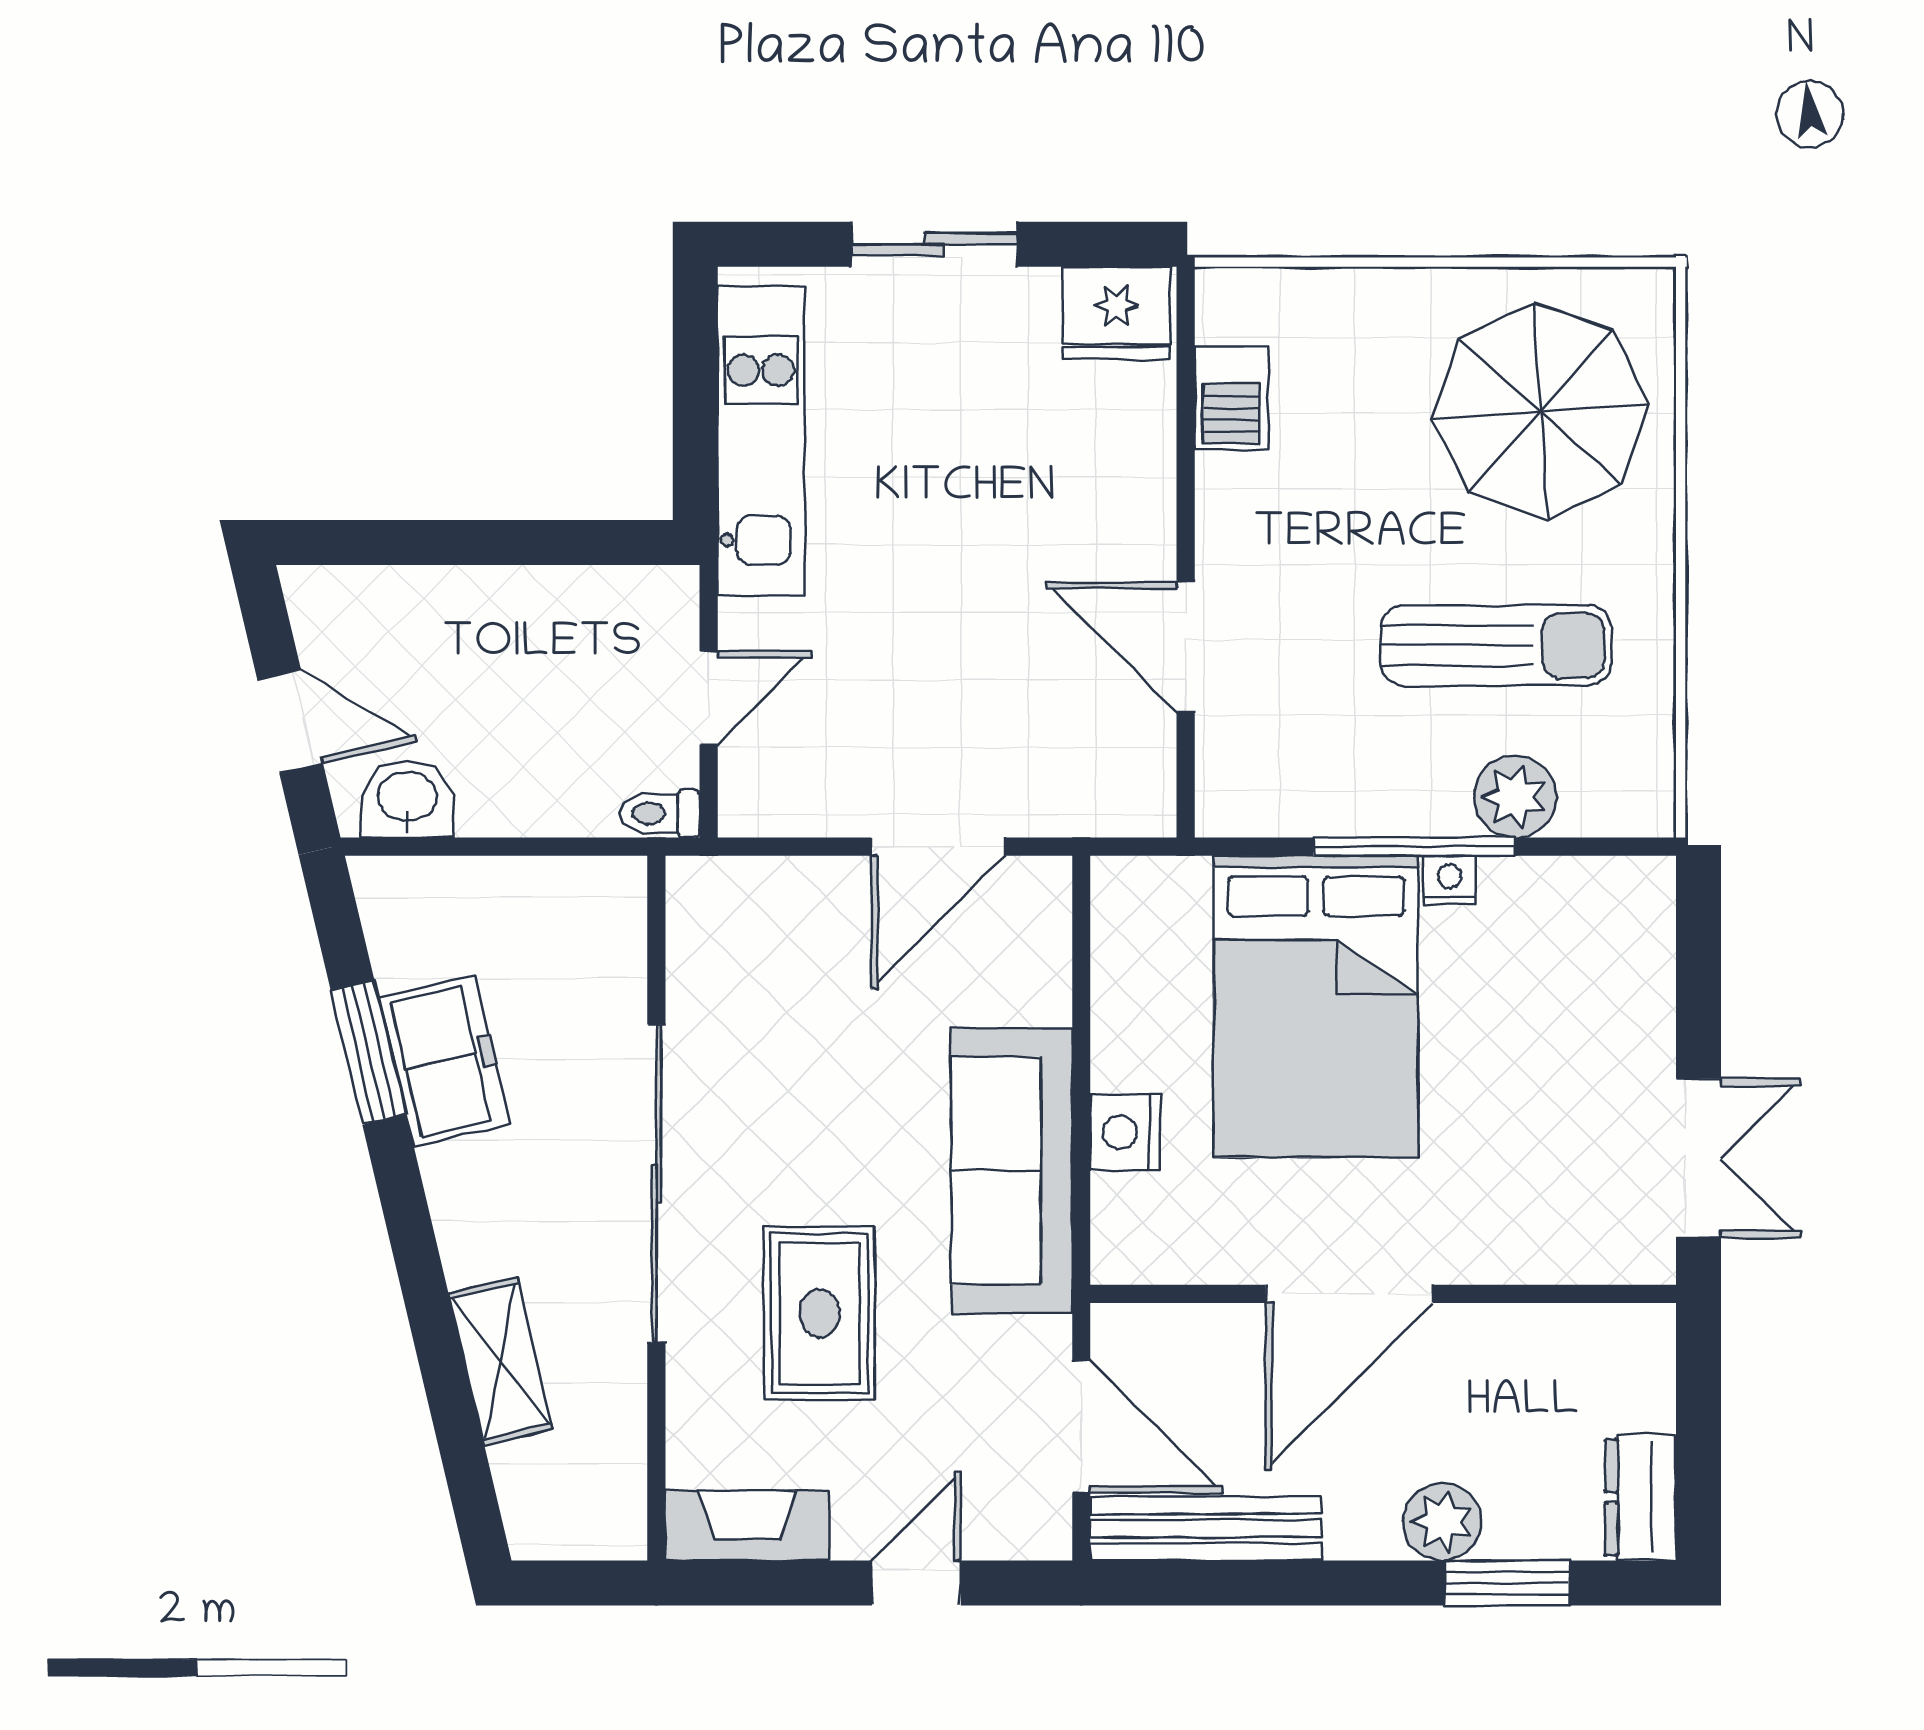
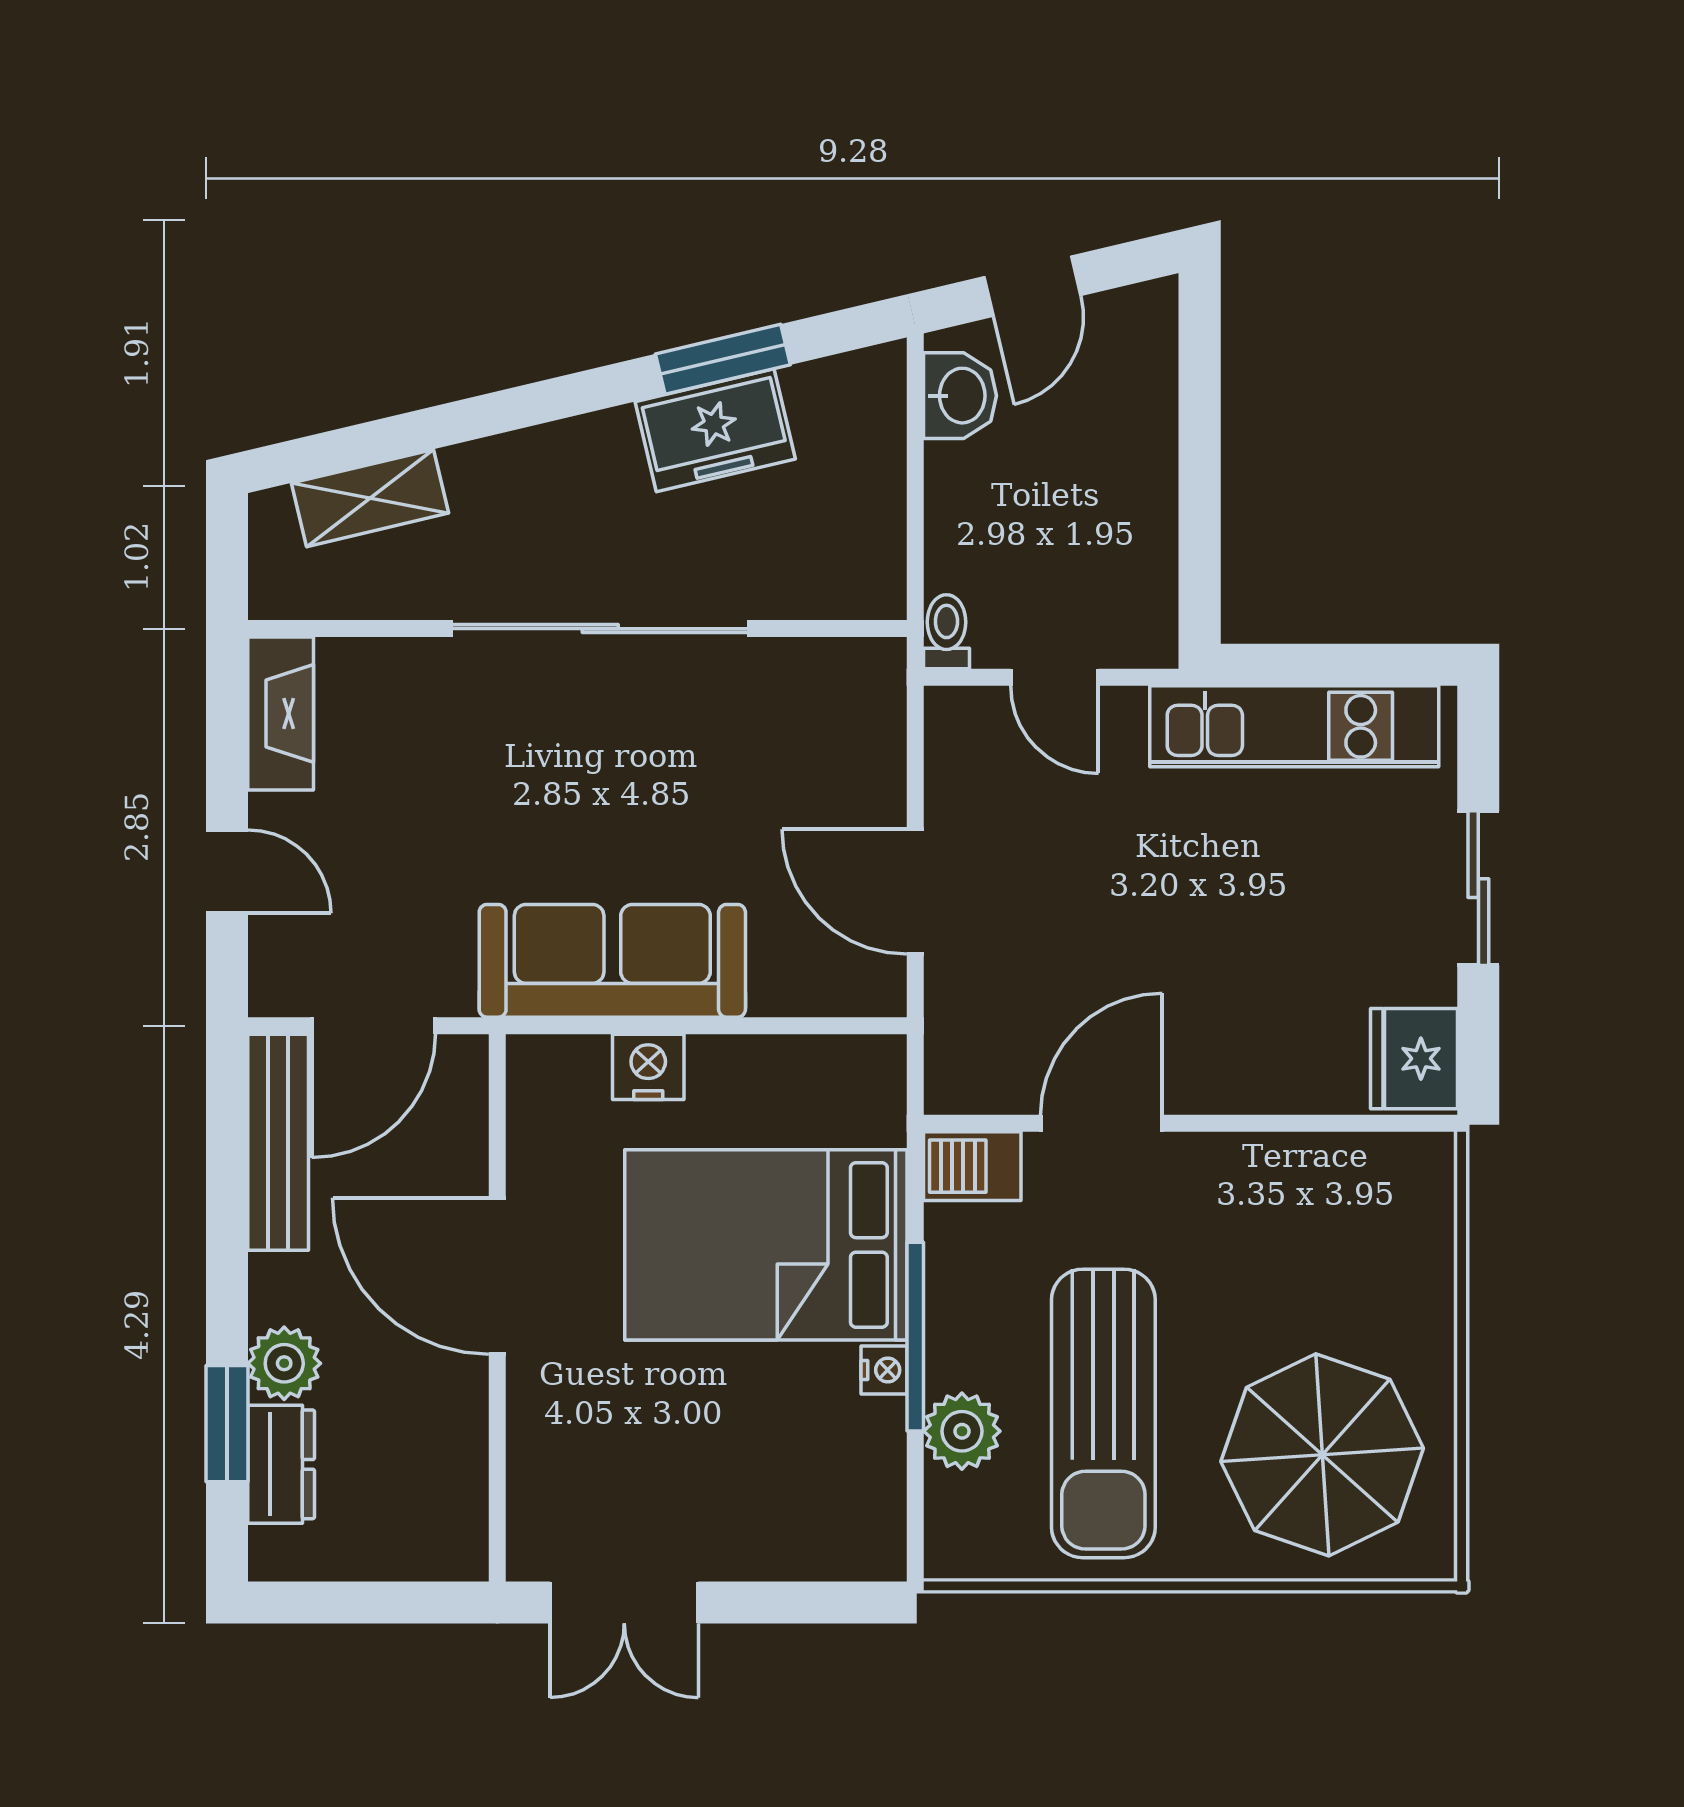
barbecue: (1231, 398) -> (972, 1166), moved
sun lounger: (1496, 645) -> (1103, 1413), width x1.36, depth x1.34
rug: (820, 1313) -> (479, 781), removed
shelving: (501, 1361) -> (370, 498), moved
dresser: (1640, 1497) -> (281, 1464), moved, turned 90

